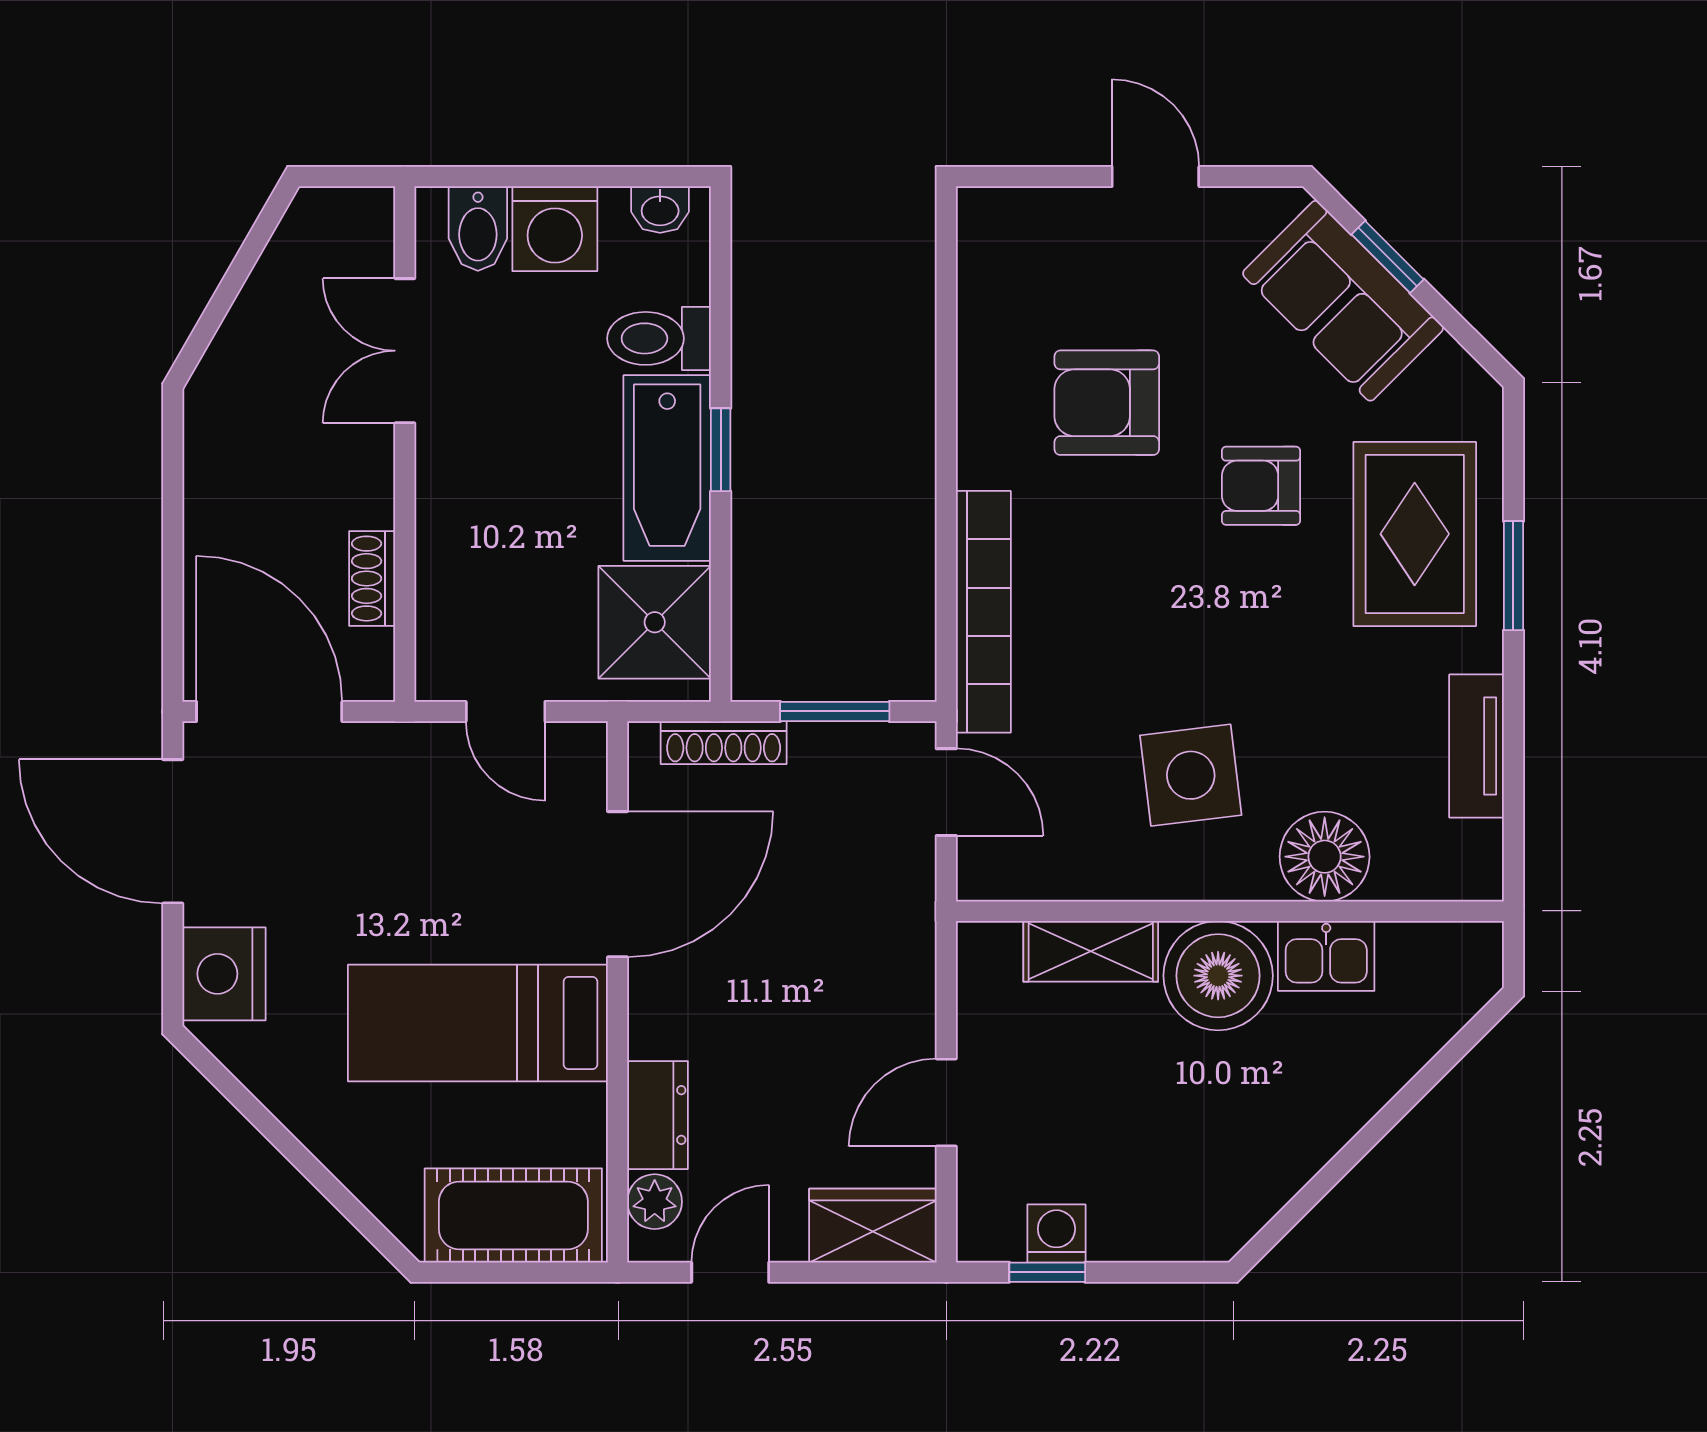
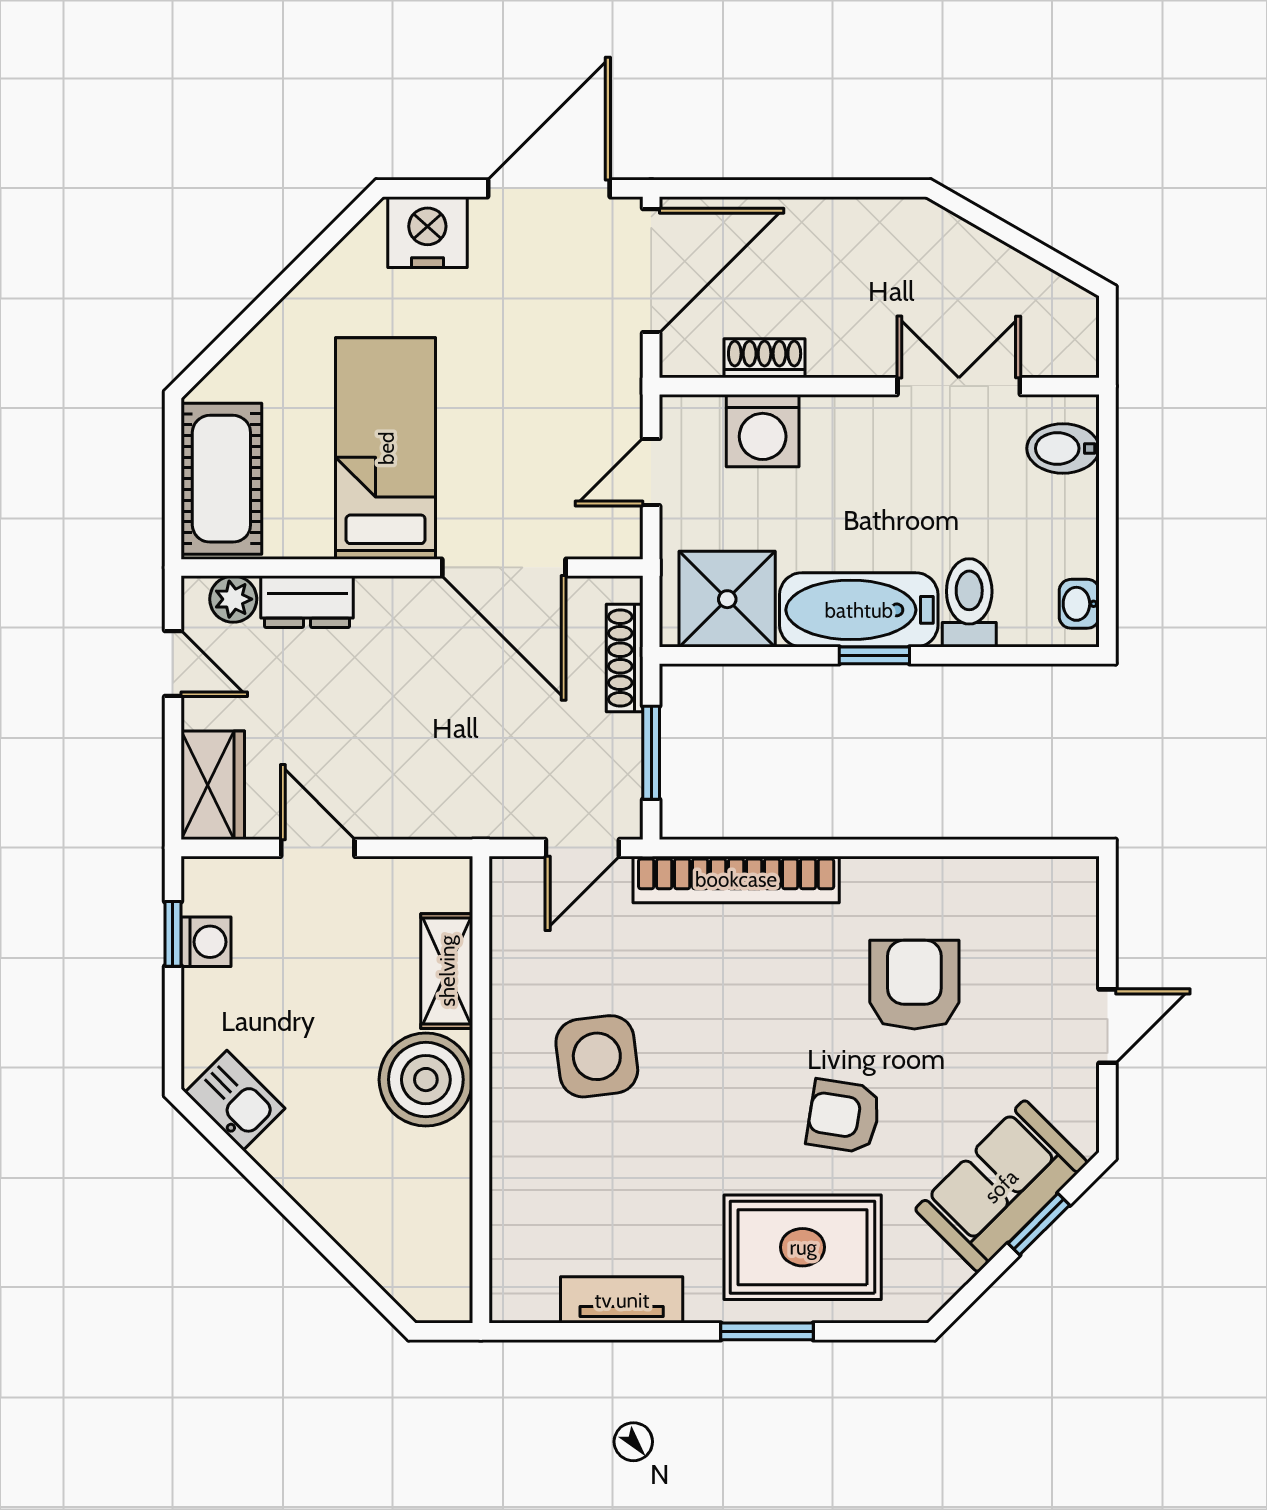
washing machine: (555, 229) -> (763, 431), moved, turned -90
armchair: (1261, 486) -> (844, 1116), turned -81
floor lamp: (1325, 857) -> (527, 1170), removed
kitchen sink: (1326, 956) -> (235, 1100), moved, turned 135

